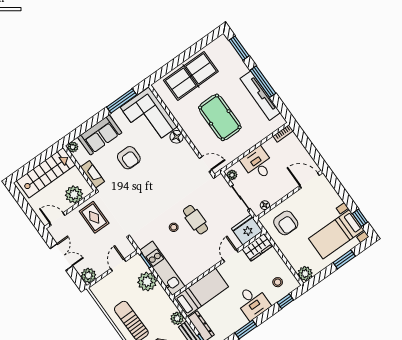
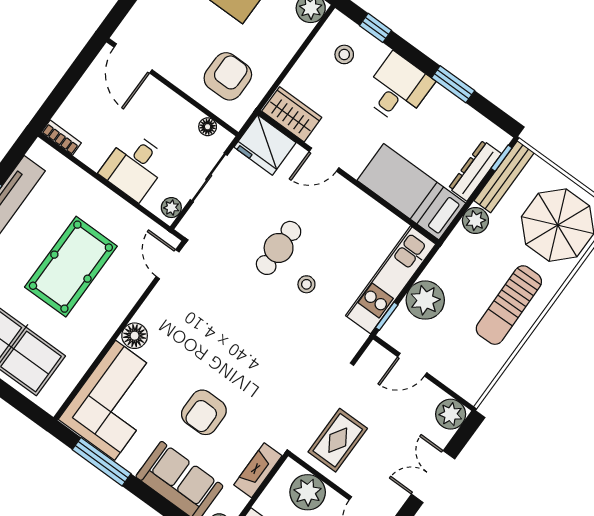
armchair: (129, 158) -> (204, 412), turned 180

